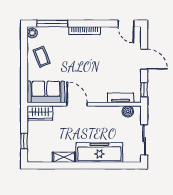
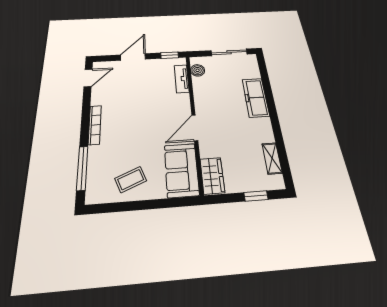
plant: (32, 33) -> (95, 196), removed
freezer: (99, 152) -> (256, 98), width x0.73, depth x0.79
shelving: (64, 157) -> (272, 158), moved

